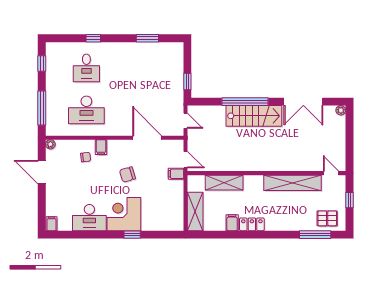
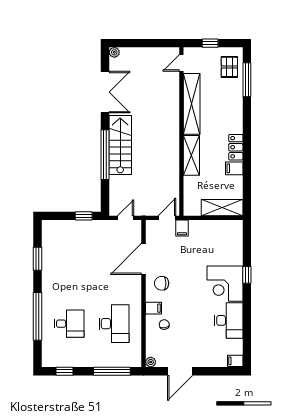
window: (93, 38) -> (37, 316), width x3.17
chair: (127, 174) -> (162, 283), moved, turned 106
shelving: (224, 183) -> (191, 155), moved

